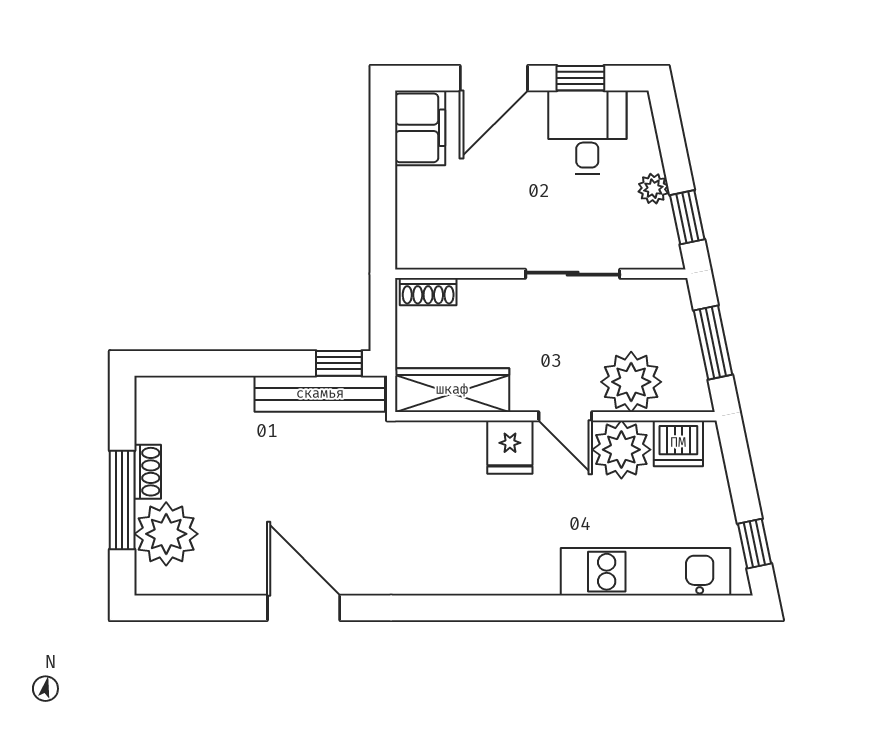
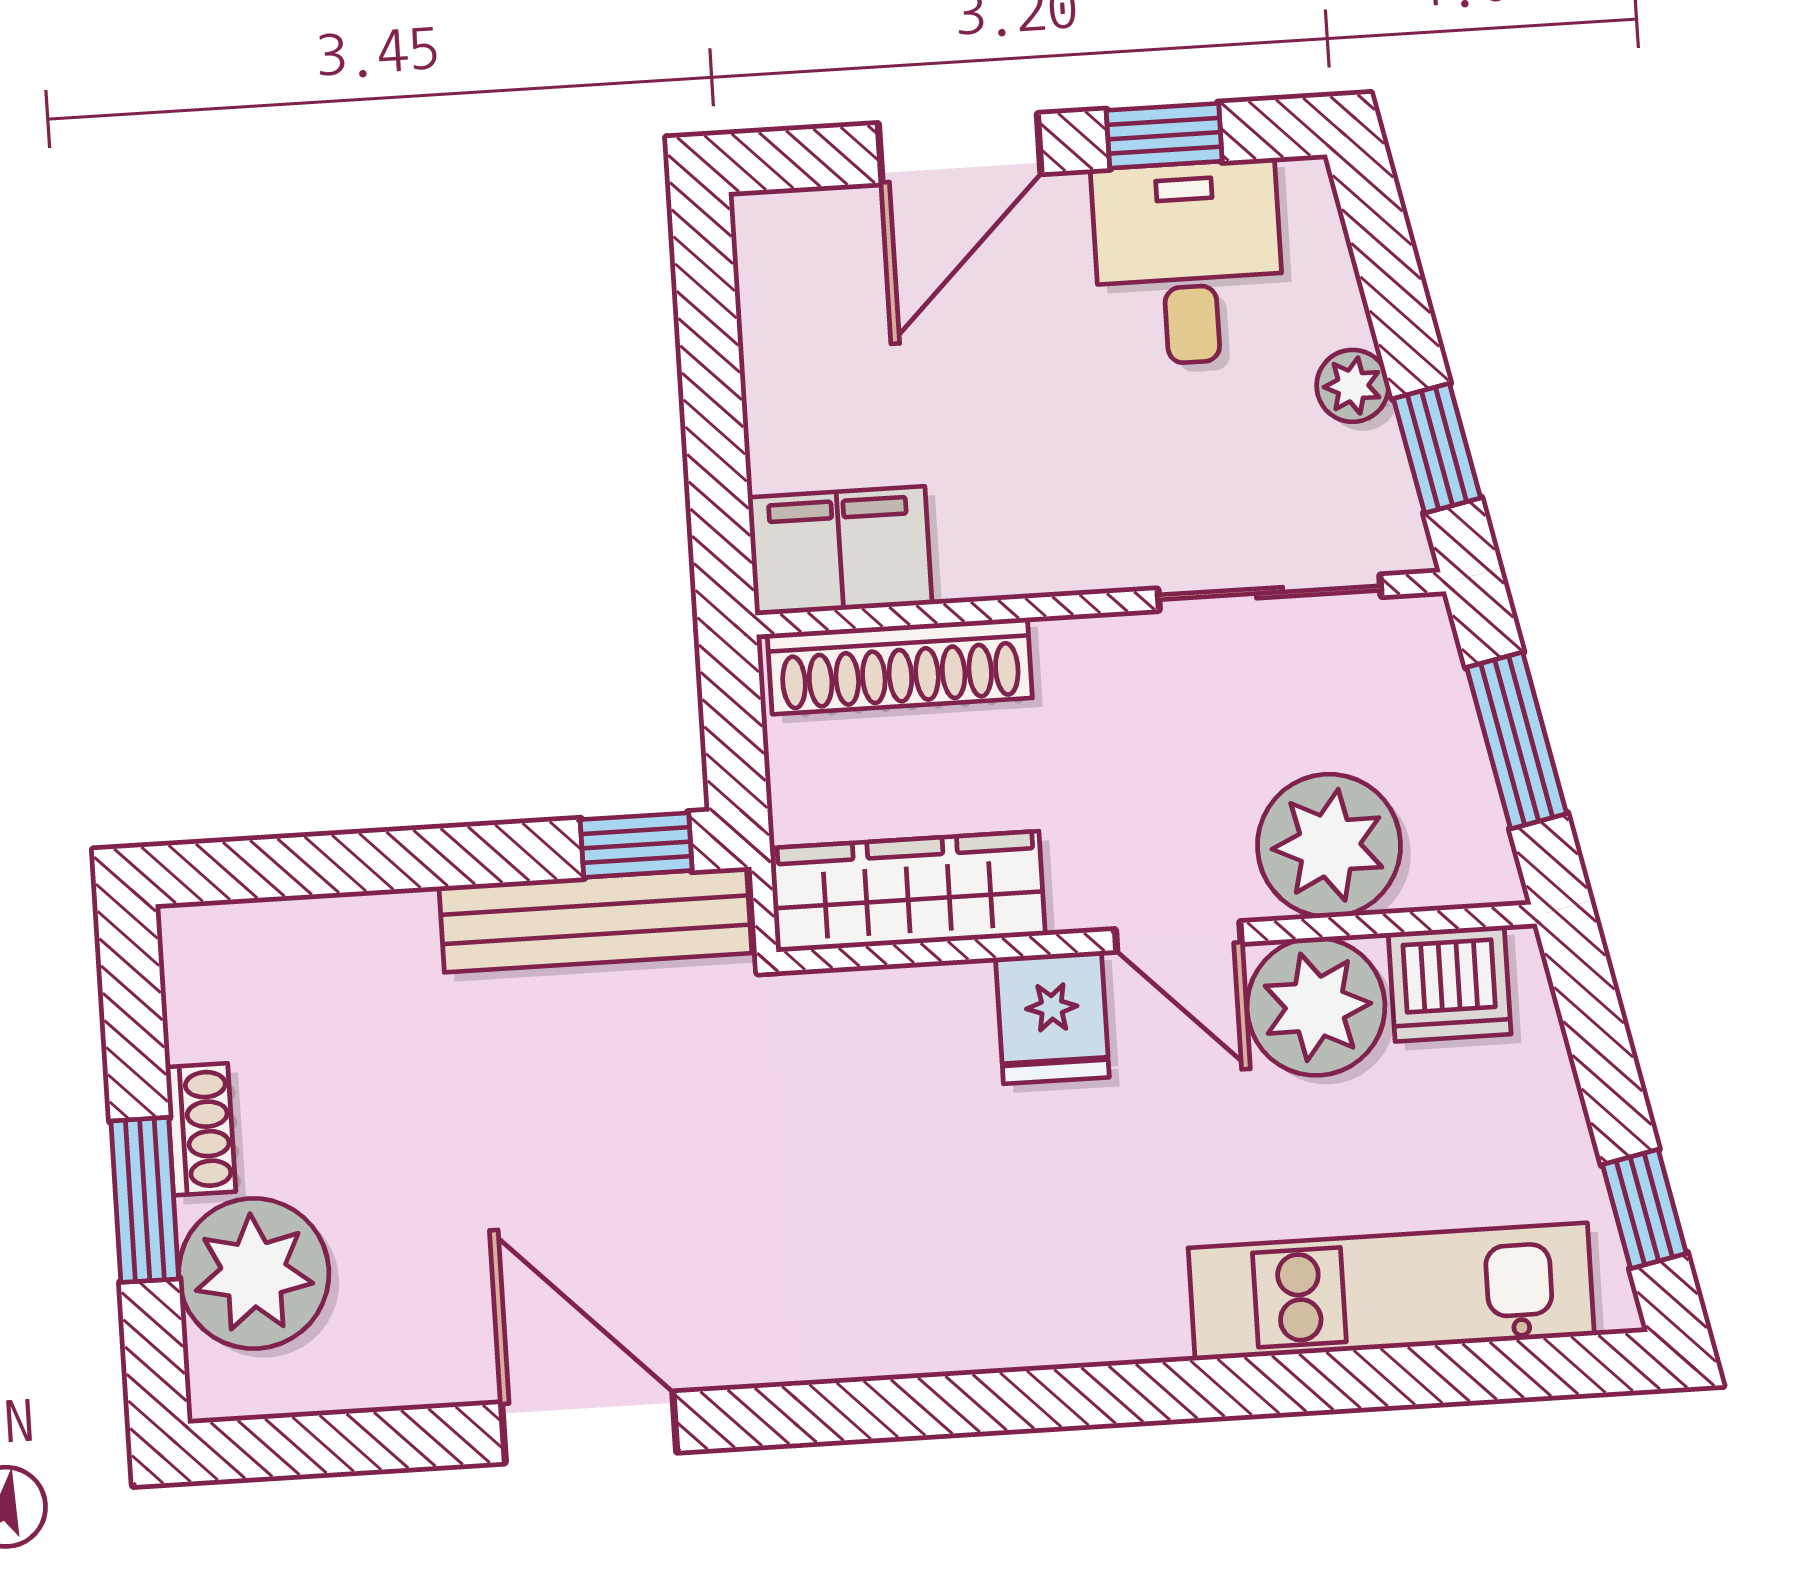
filing cabinet: (420, 128) -> (840, 551), moved, turned -90
sliding door: (573, 274) -> (1270, 593), moved
shoe rack: (428, 292) -> (900, 666), width x1.94, depth x1.24
window: (122, 500) -> (145, 1200), width x0.69

